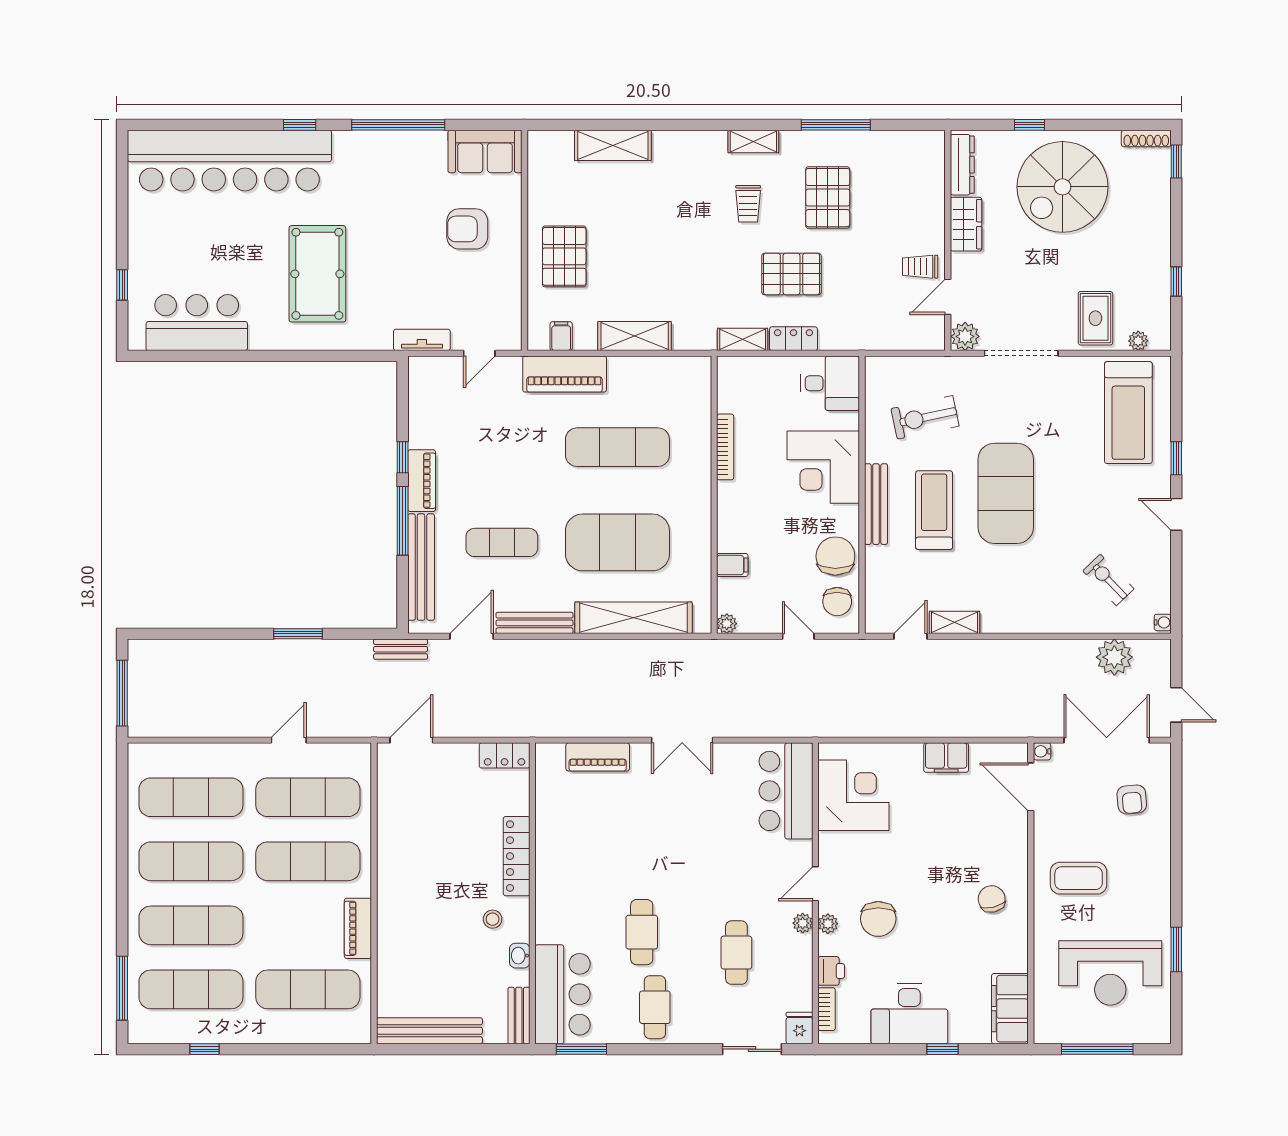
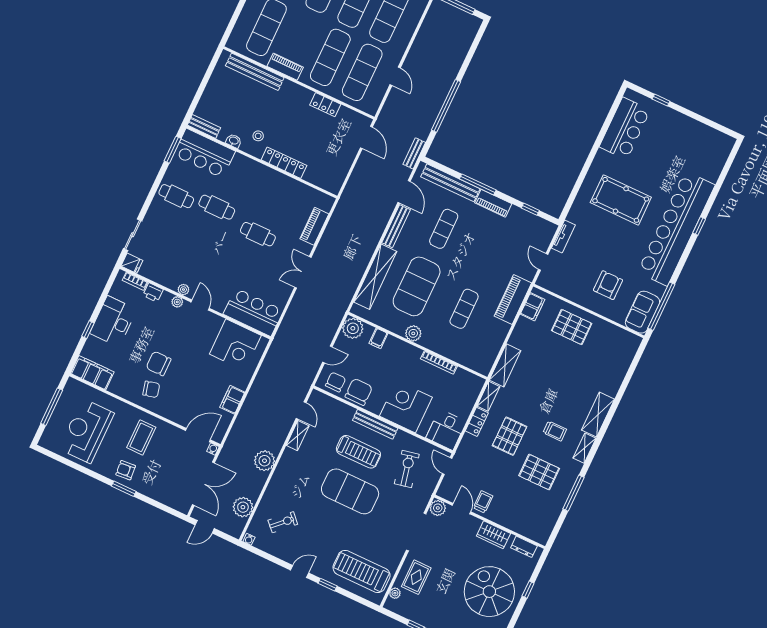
window: (398, 125) -> (661, 306), moved
shelving: (613, 145) -> (598, 415), moved
bar counter: (229, 161) -> (676, 229), moved
dresser: (962, 165) -> (524, 547), width x0.70
trolley: (748, 204) -> (555, 431), turned 180
rug: (1095, 318) -> (416, 577), turned 90
filing cabinet: (561, 336) -> (533, 307), width x2.00
shelving: (635, 336) -> (505, 365), moved
door: (889, 353) -> (447, 466), added
exercise mat: (617, 447) -> (464, 309), width x0.73, depth x0.69
window: (403, 457) -> (530, 209), moved
plant: (697, 512) -> (413, 333), added
chair: (835, 556) -> (359, 392), turned -90
chair: (837, 602) -> (336, 382), turned 90
plant: (727, 624) -> (353, 328), width x1.88, depth x1.88
window: (298, 634) -> (446, 106), width x2.11
plant: (1021, 658) -> (265, 461), added
locker: (505, 755) -> (325, 105), moved, turned -90
armchair: (1132, 799) -> (126, 470), moved
chair: (878, 919) -> (159, 363), moved
window: (1176, 950) -> (124, 489), moved
cafe table: (736, 953) -> (258, 234), moved
bench: (429, 1031) -> (255, 72), moved, turned 90

